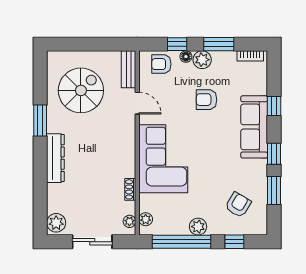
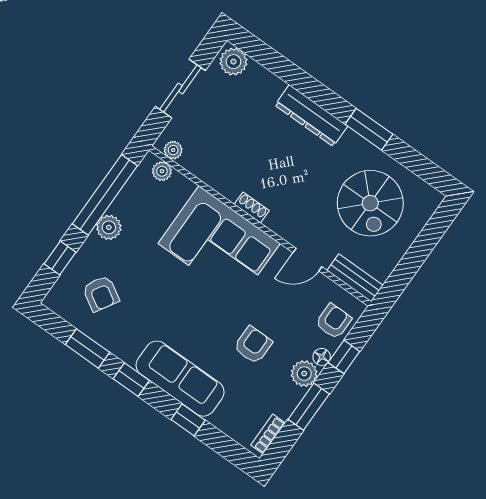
shoe rack: (130, 189) -> (252, 207), moved

